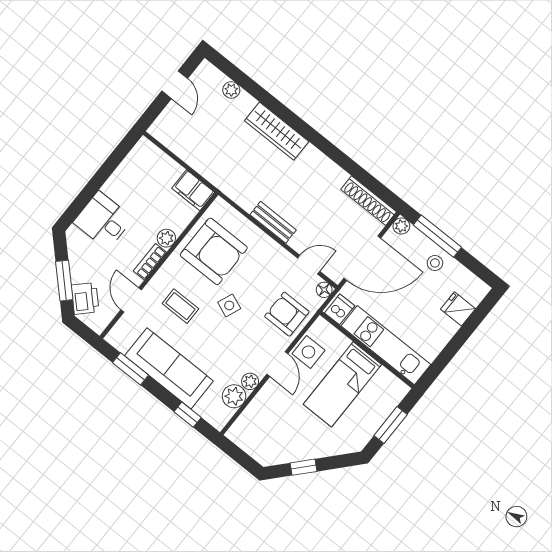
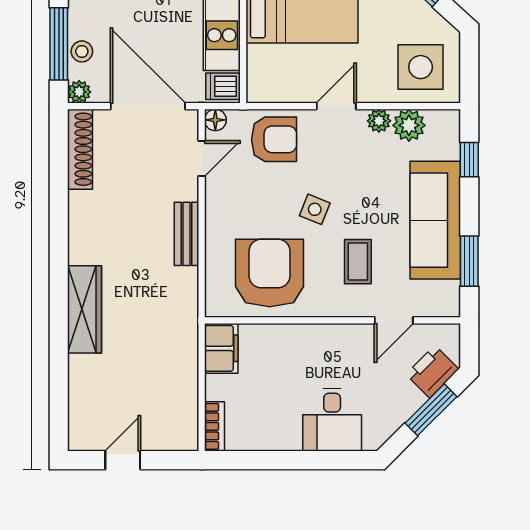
plant: (231, 90) -> (79, 394), removed
plant: (166, 238) -> (296, 336), removed
bookcase: (150, 262) -> (214, 426), moved, turned -90
stool: (435, 263) -> (82, 51), moved
door: (309, 265) -> (202, 159), swing flipped
armchair: (287, 314) -> (274, 139), turned -90
side table: (308, 352) -> (421, 67), moved, width x1.37, depth x1.37

